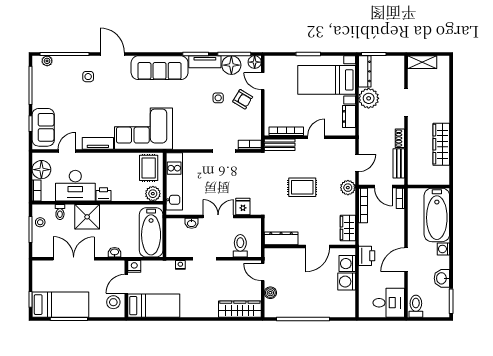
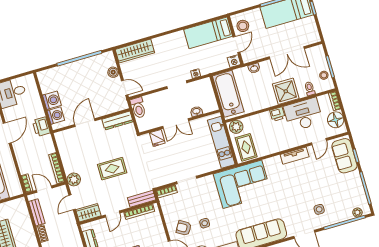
corner sofa: (144, 129) -> (242, 184), moved
wardrobe: (348, 228) -> (88, 213), moved, turned -90
toilet: (240, 246) -> (138, 108), moved

